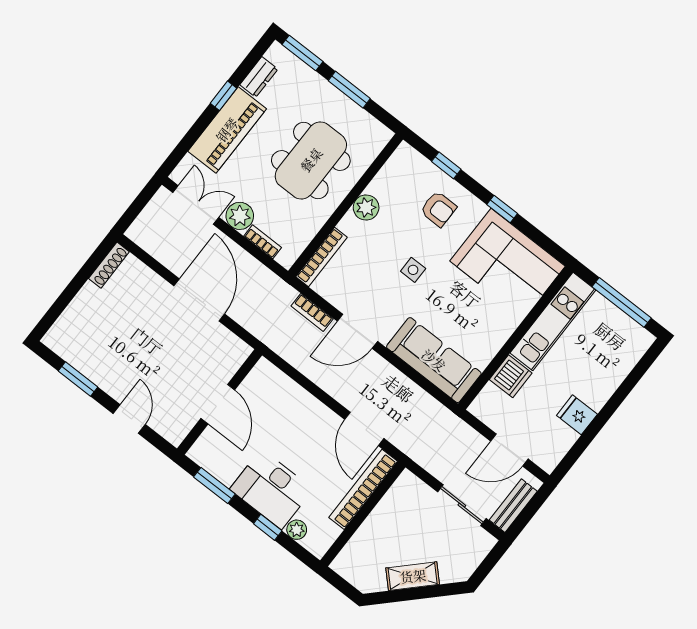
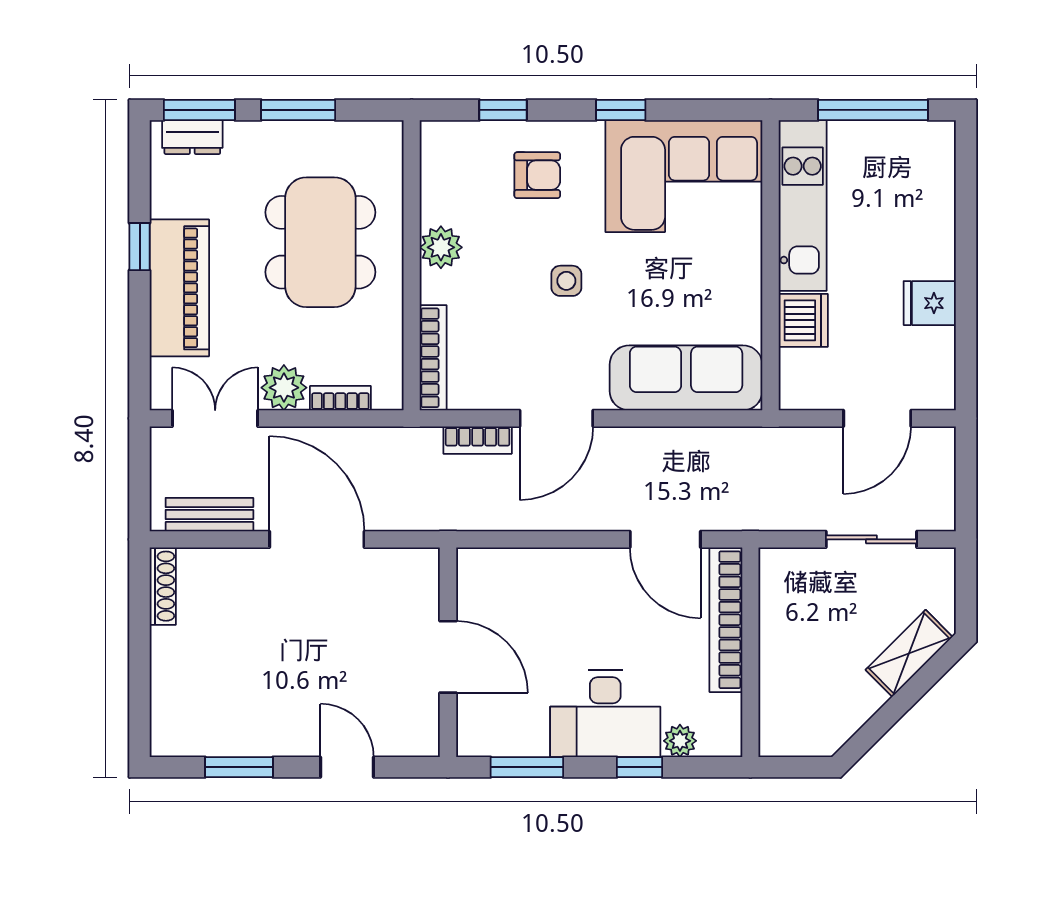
dresser: (259, 77) -> (192, 137), moved, turned 90
bench: (513, 506) -> (209, 515), moved, turned 90
shelving: (413, 576) -> (909, 653), moved

